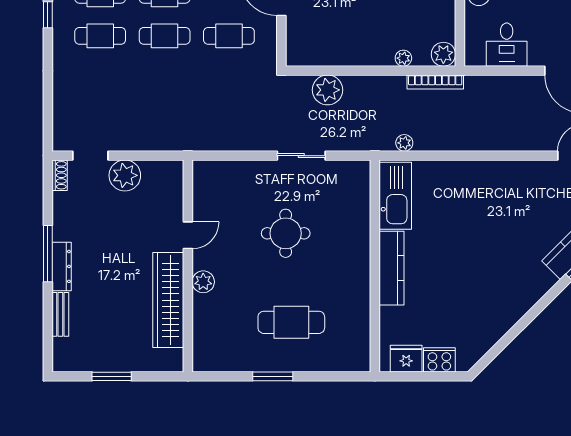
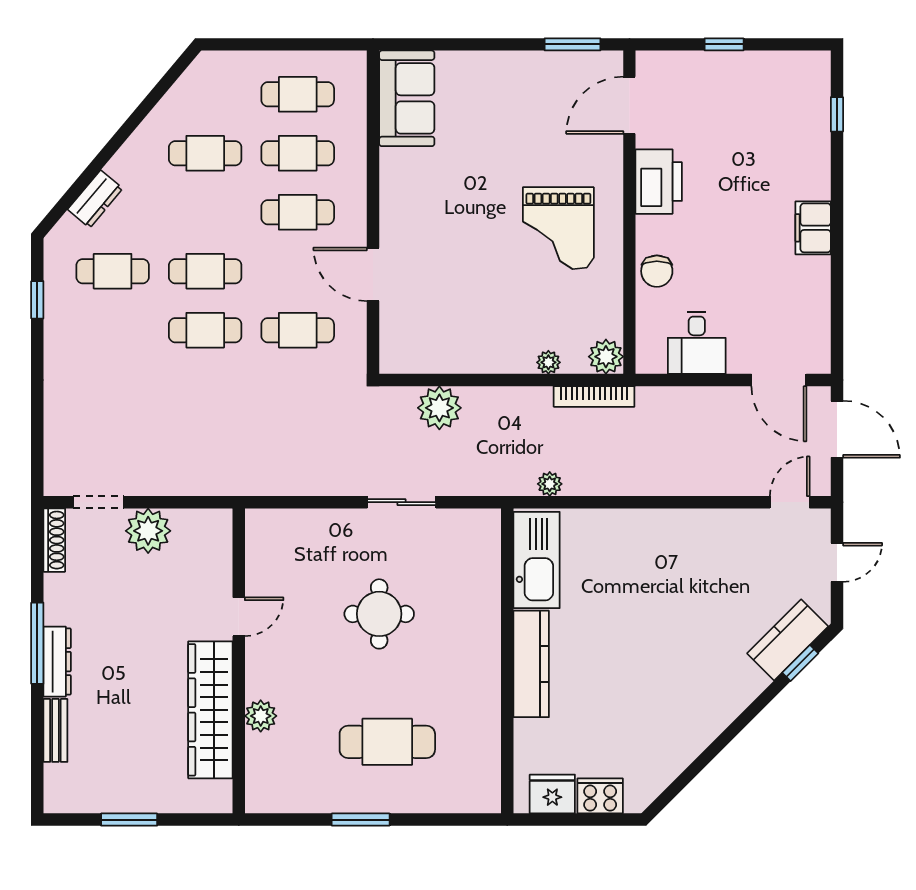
cafe table: (100, 36) -> (113, 330), removed
shoe rack: (60, 175) -> (54, 540), width x1.43
plant: (203, 282) -> (261, 716), moved

